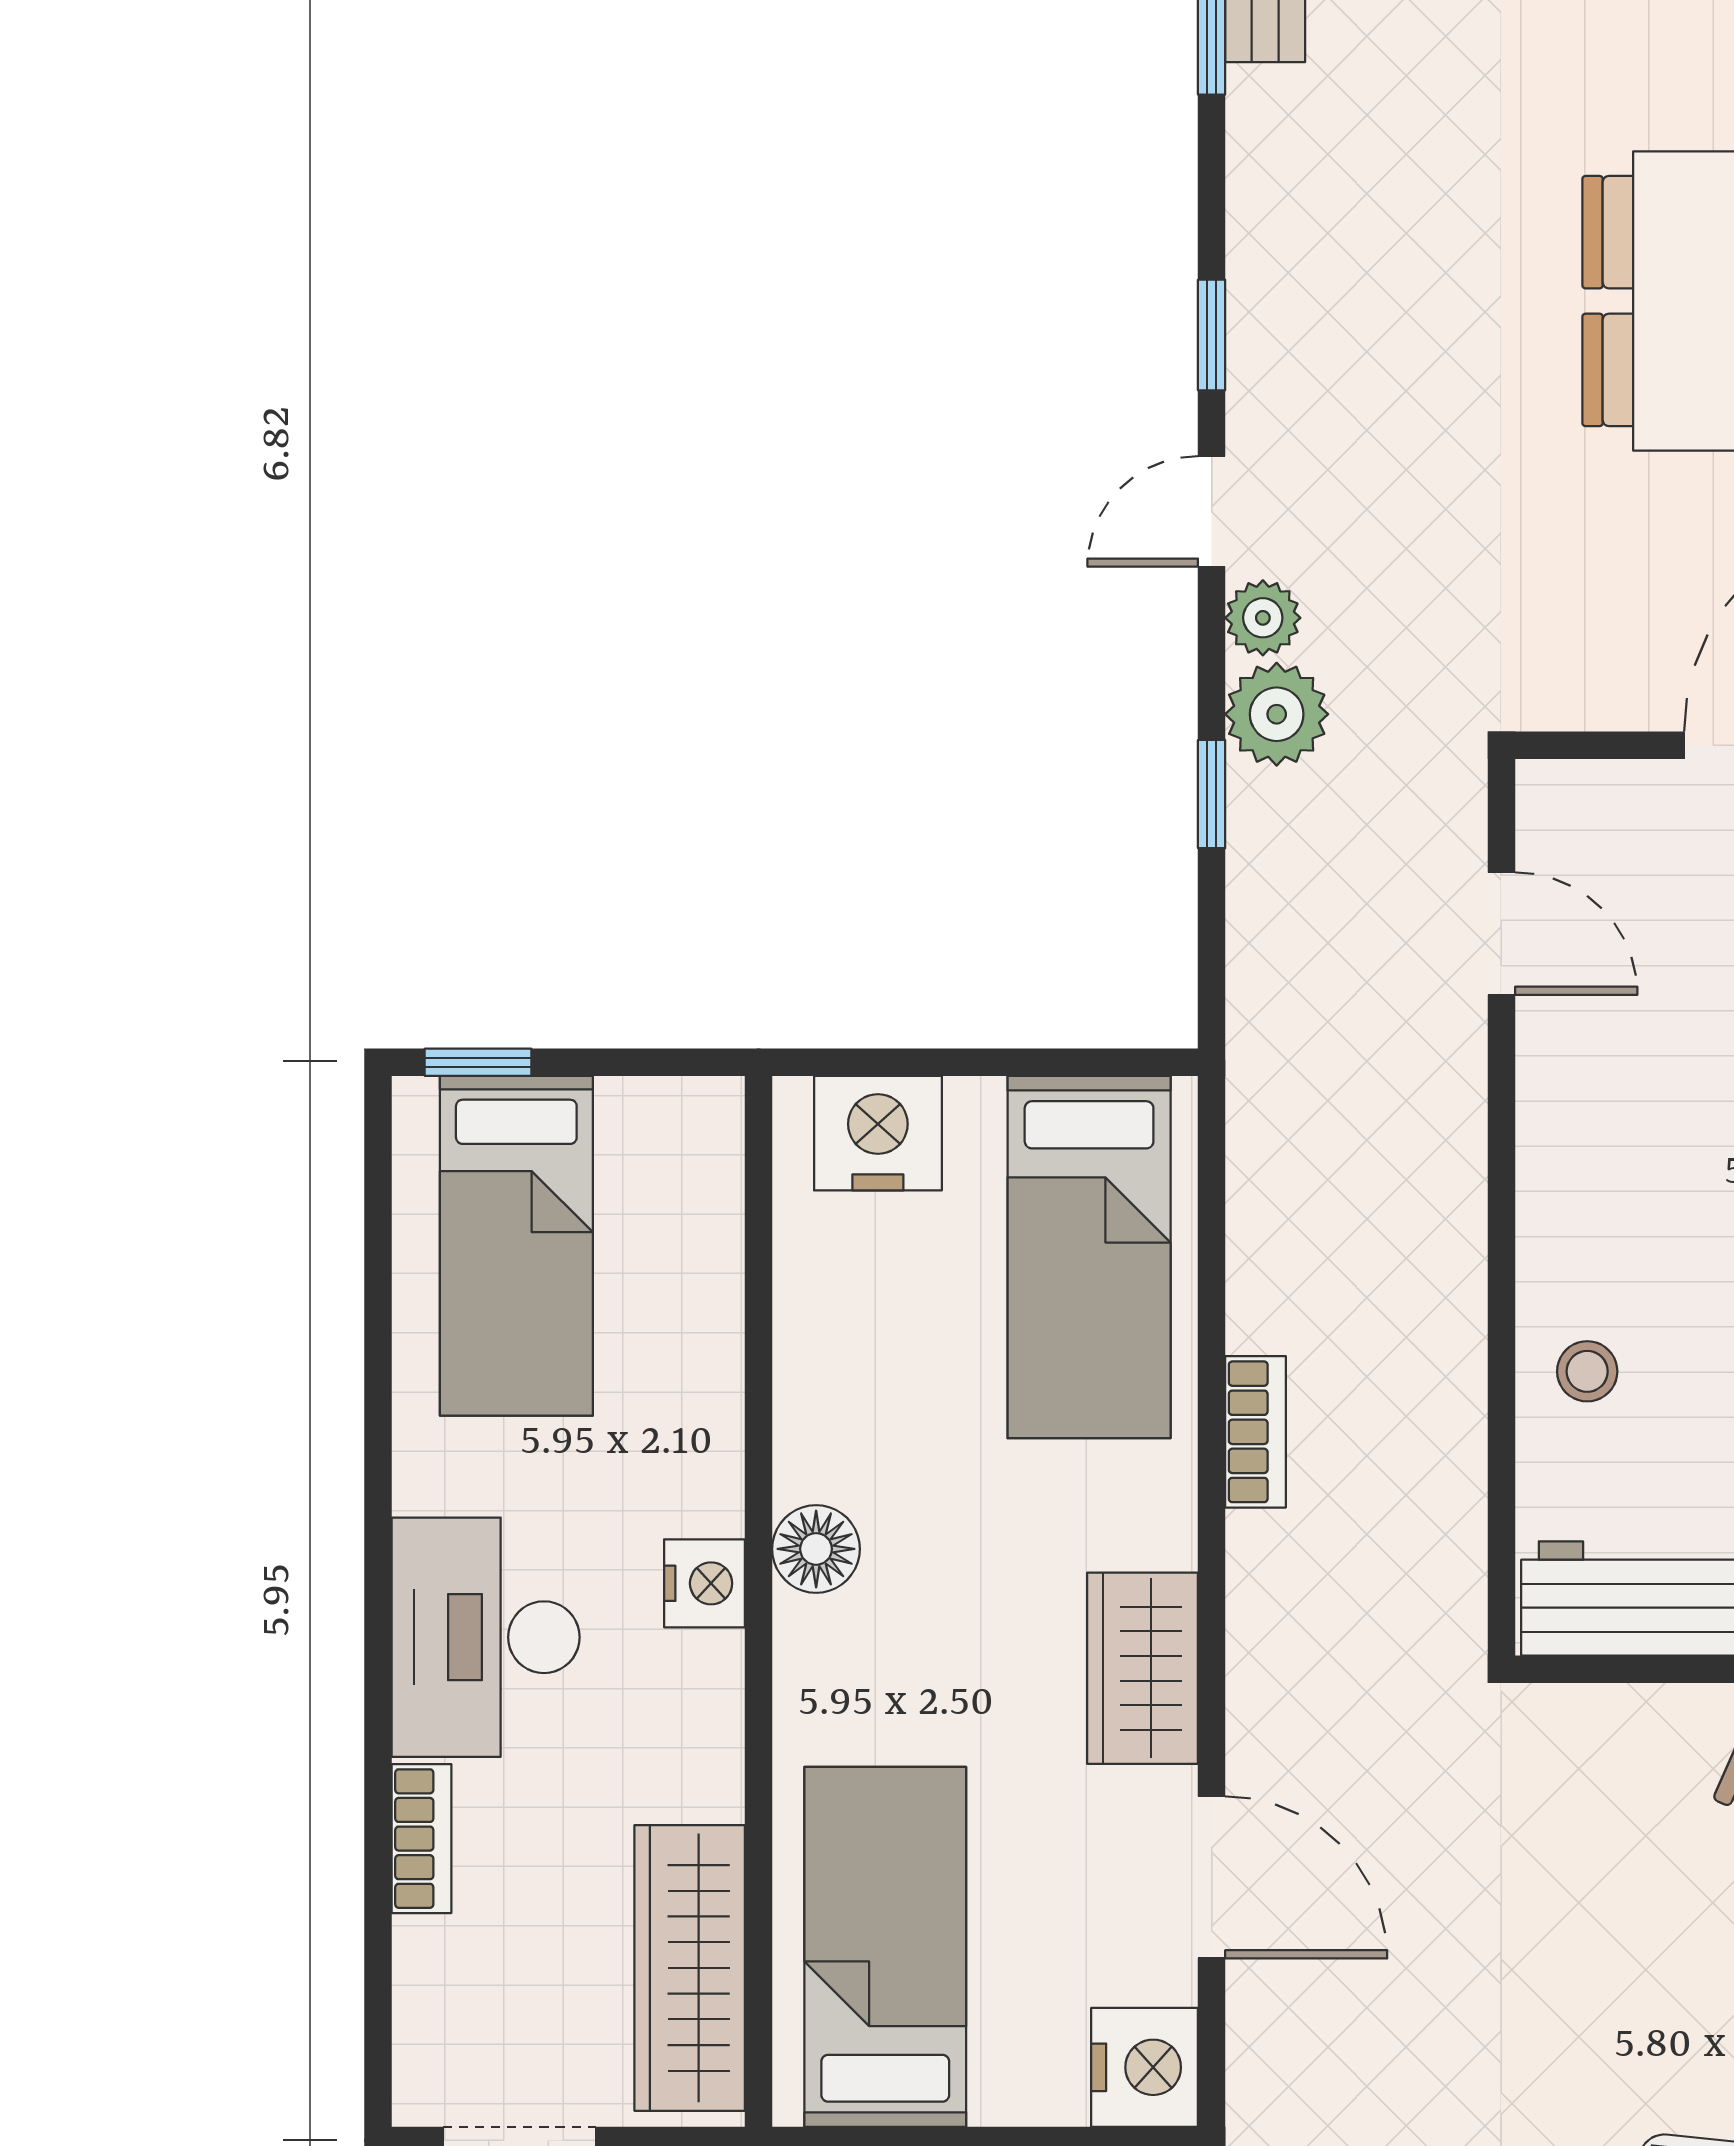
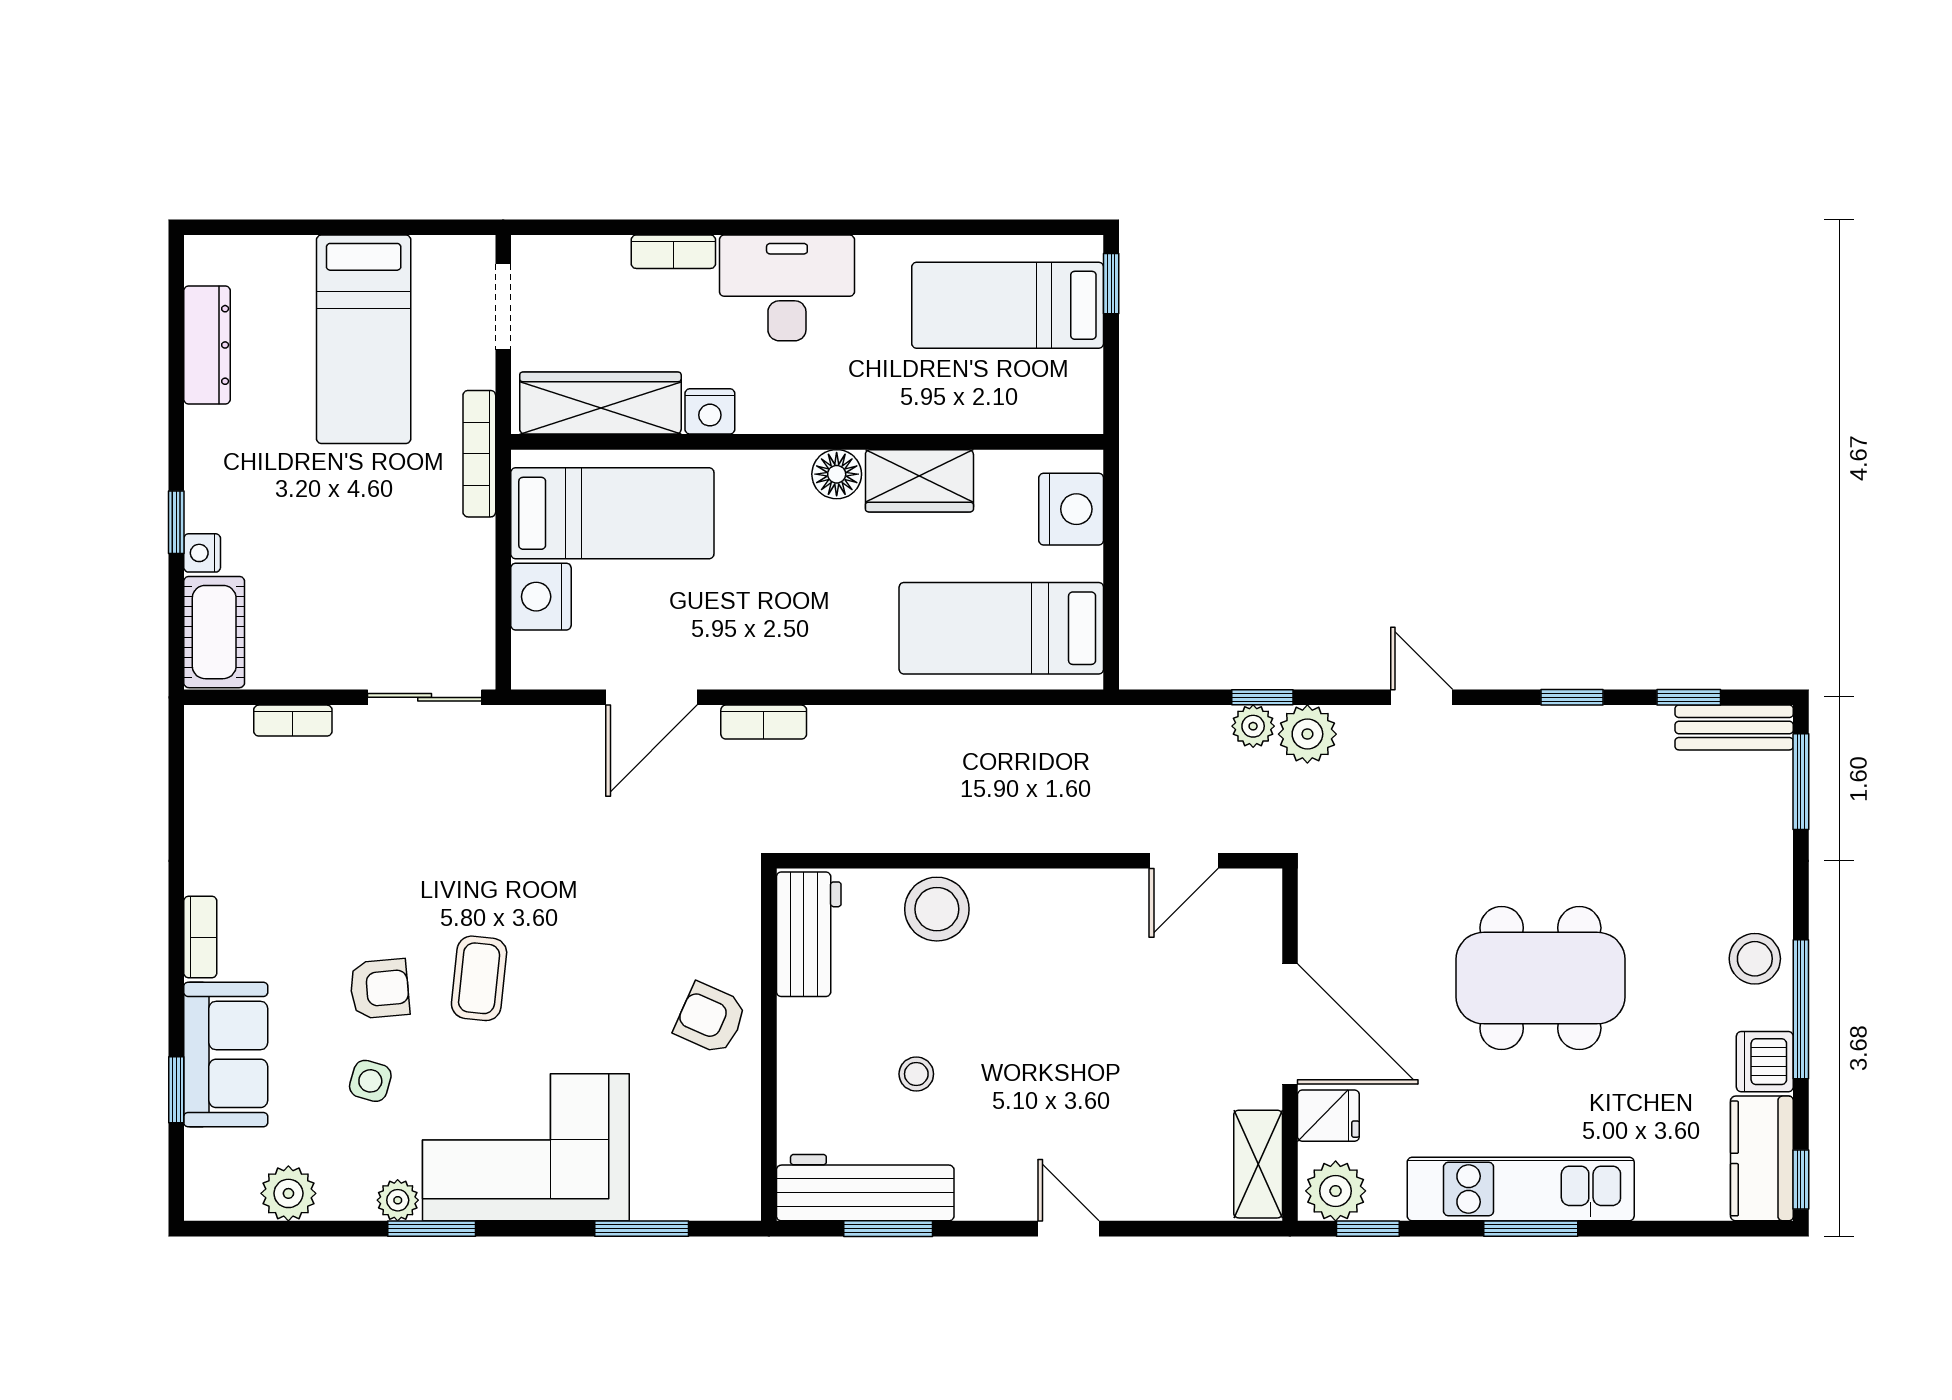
window: (1212, 335) -> (1572, 697), moved
plant: (1263, 618) -> (1253, 726), moved
stool: (1587, 1371) -> (937, 909), width x1.89, depth x1.89
bookcase: (1255, 1432) -> (764, 722), moved
nightstand: (705, 1583) -> (710, 411), moved
wardrobe: (1143, 1668) -> (919, 481), moved, turned 180
nightstand: (1145, 2067) -> (541, 597), moved, turned 90

